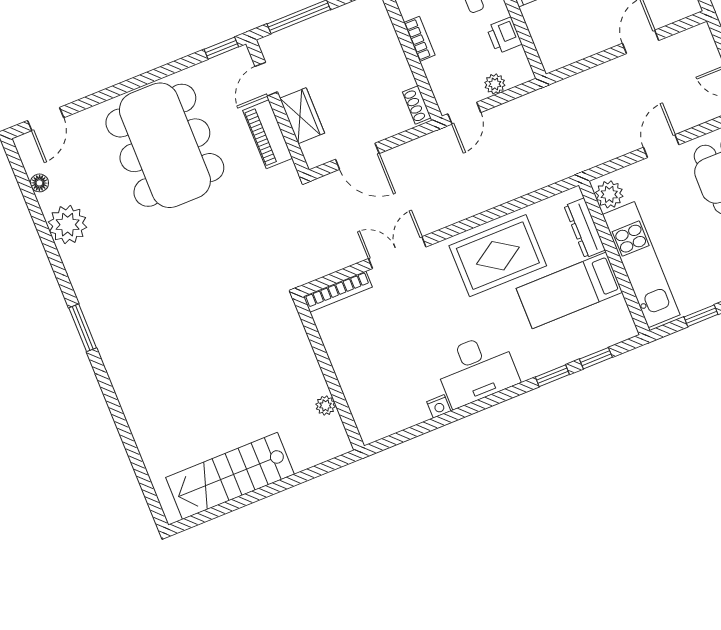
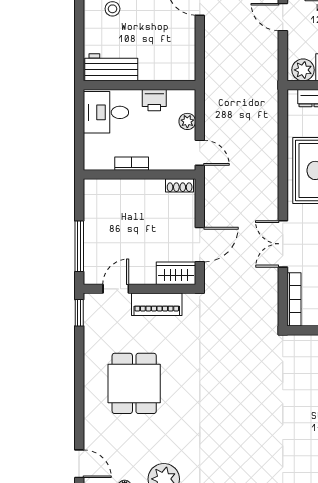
door: (266, 79) -> (116, 289), swing flipped
wardrobe: (302, 116) -> (176, 273), moved
dining table: (165, 145) -> (134, 383), width x0.53, depth x0.80

